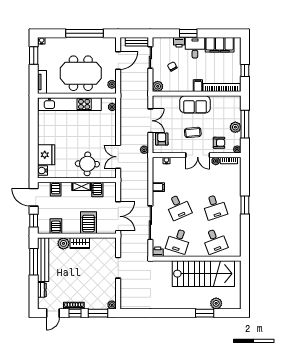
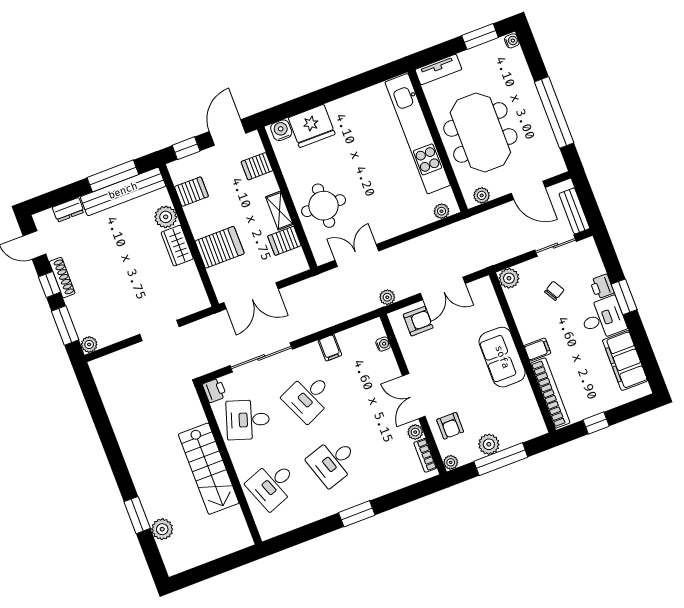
coffee table: (193, 132) -> (451, 372), removed
stairs: (203, 274) -> (209, 469), width x0.73, depth x0.66

